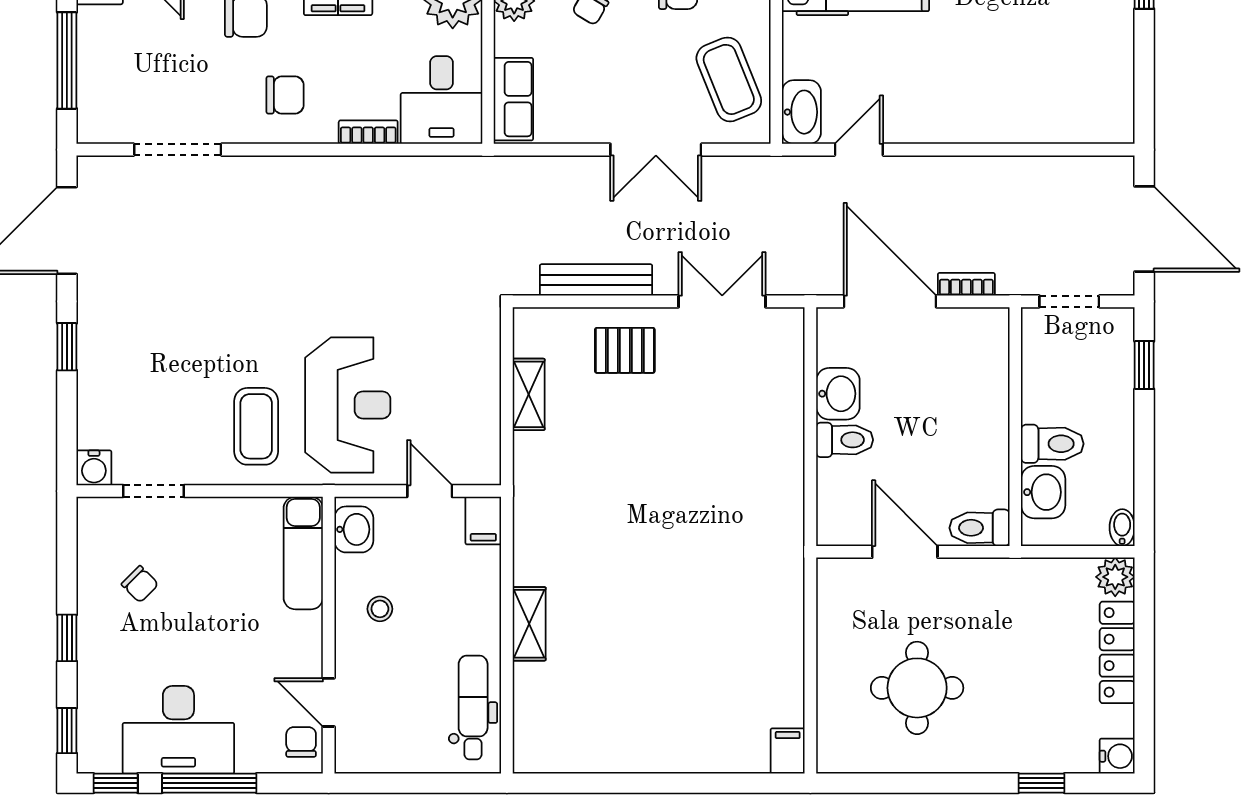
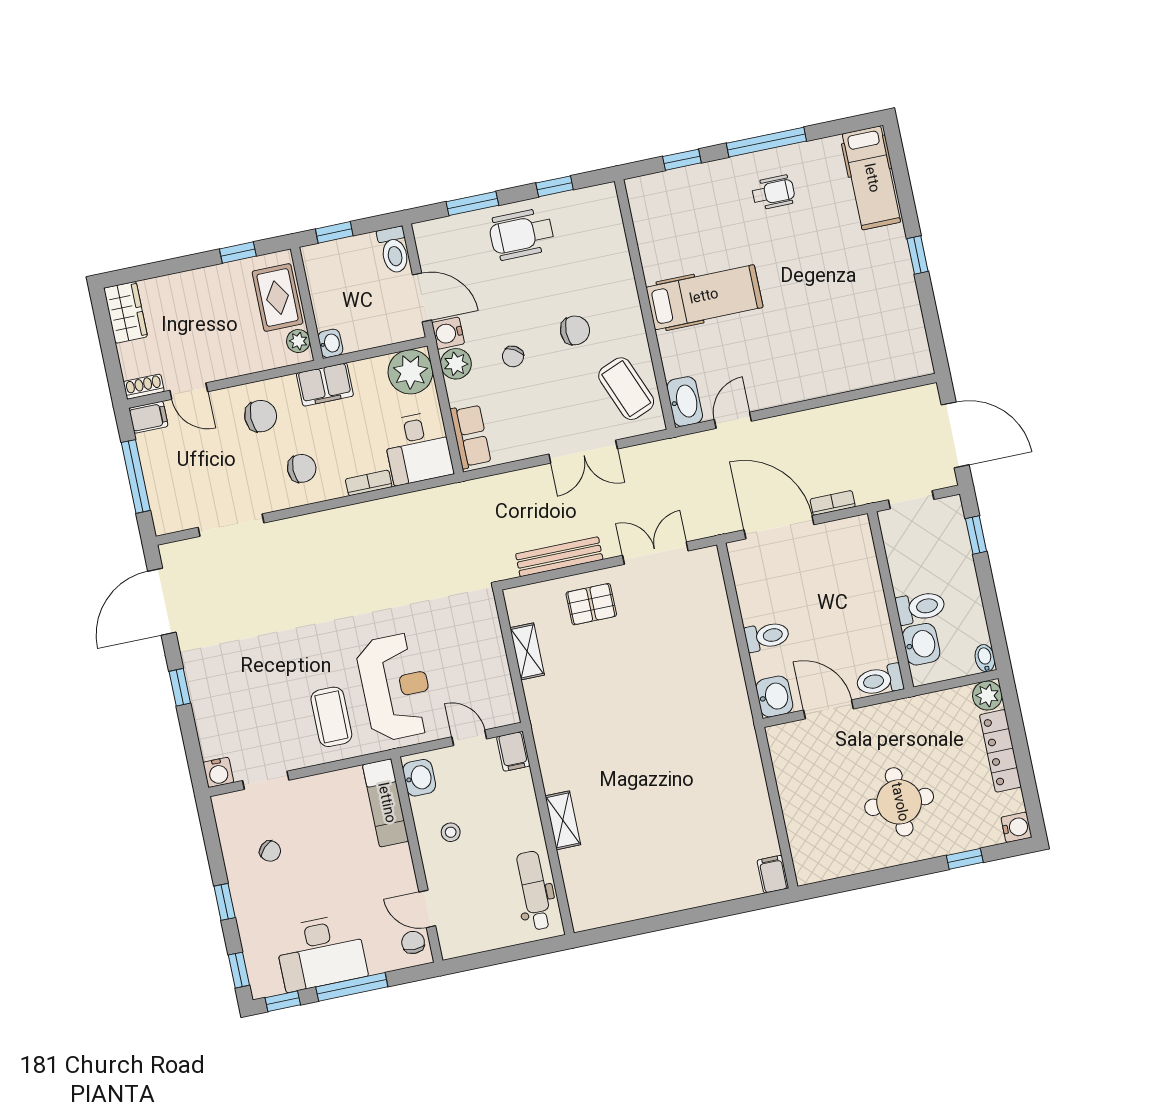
washbasin: (838, 394) -> (774, 697), moved
round table: (917, 688) -> (899, 802), moved

